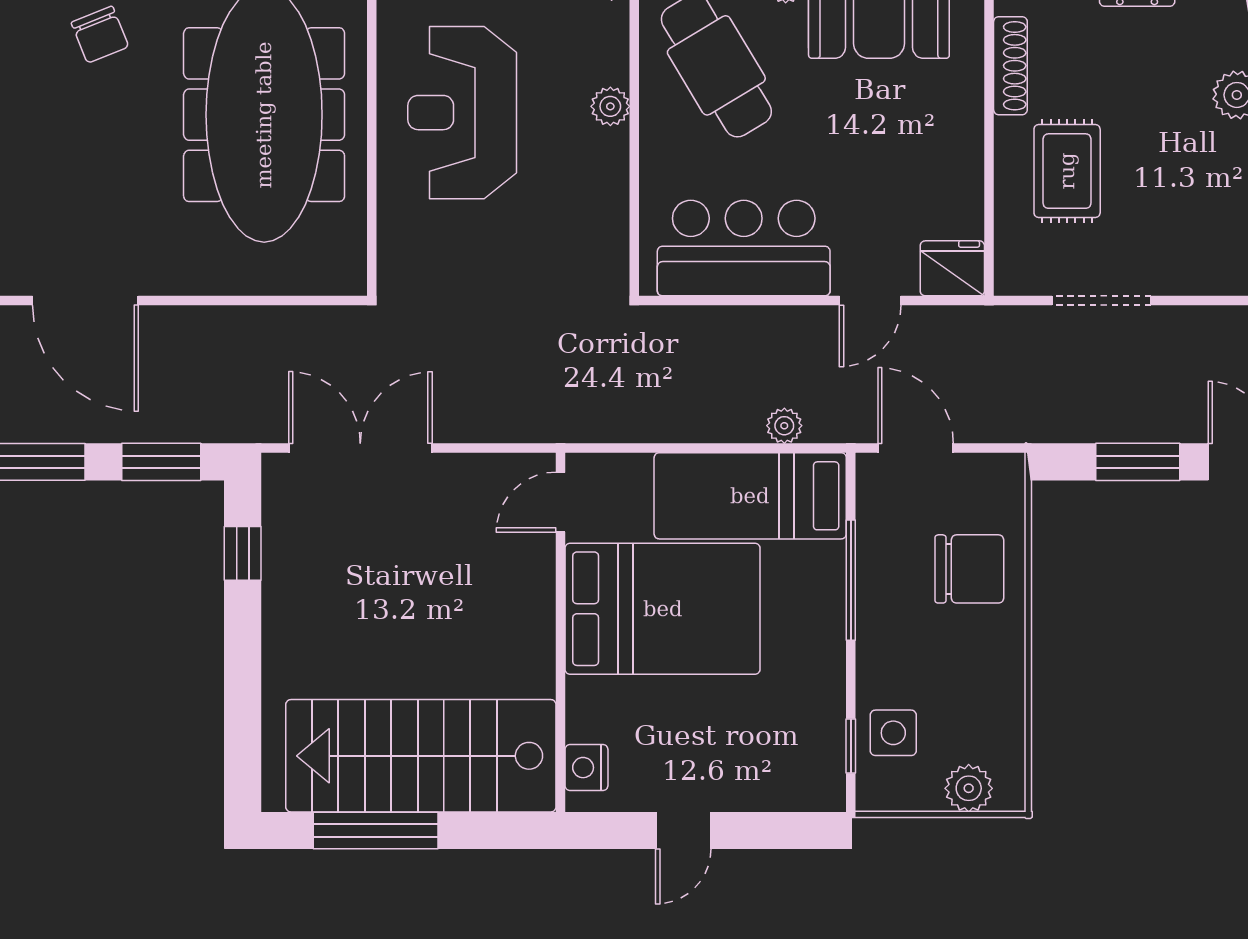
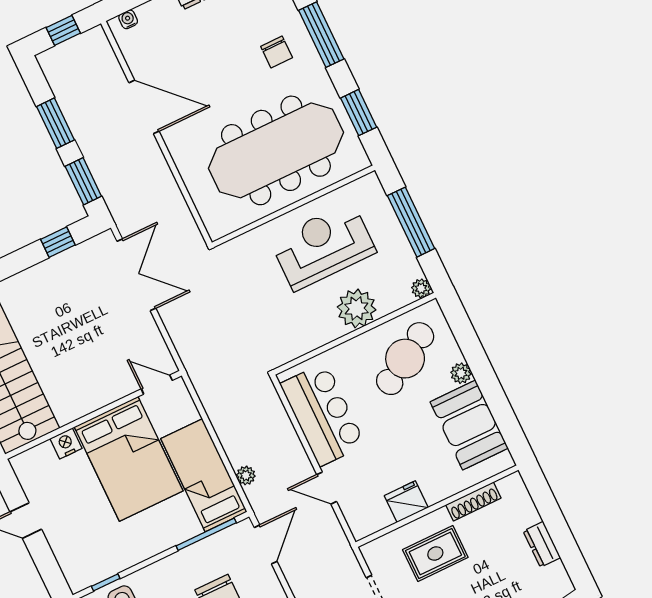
chair: (100, 35) -> (277, 52), turned -68
plant: (610, 106) -> (357, 308), width x1.87, depth x1.87
fridge: (952, 268) -> (406, 502), moved, turned -90
door: (85, 301) -> (144, 107), swing flipped
window: (851, 580) -> (206, 534), moved
nightstand: (586, 768) -> (66, 444), moved

